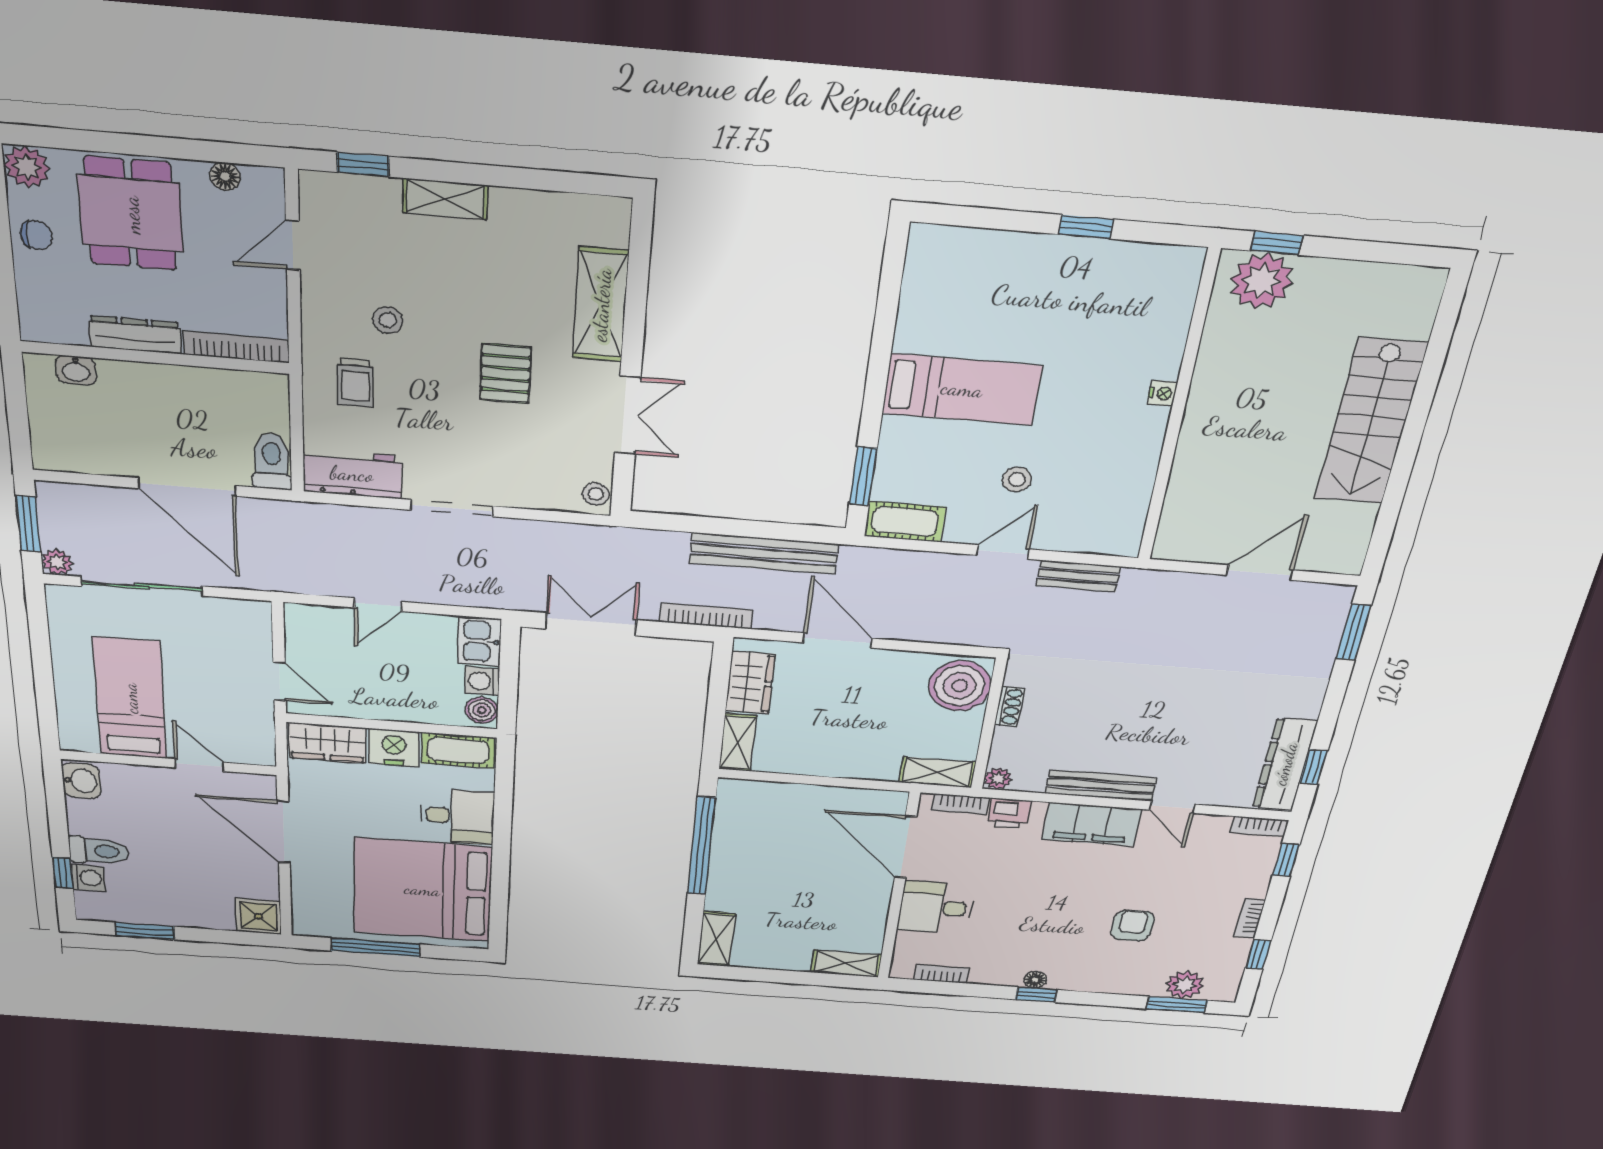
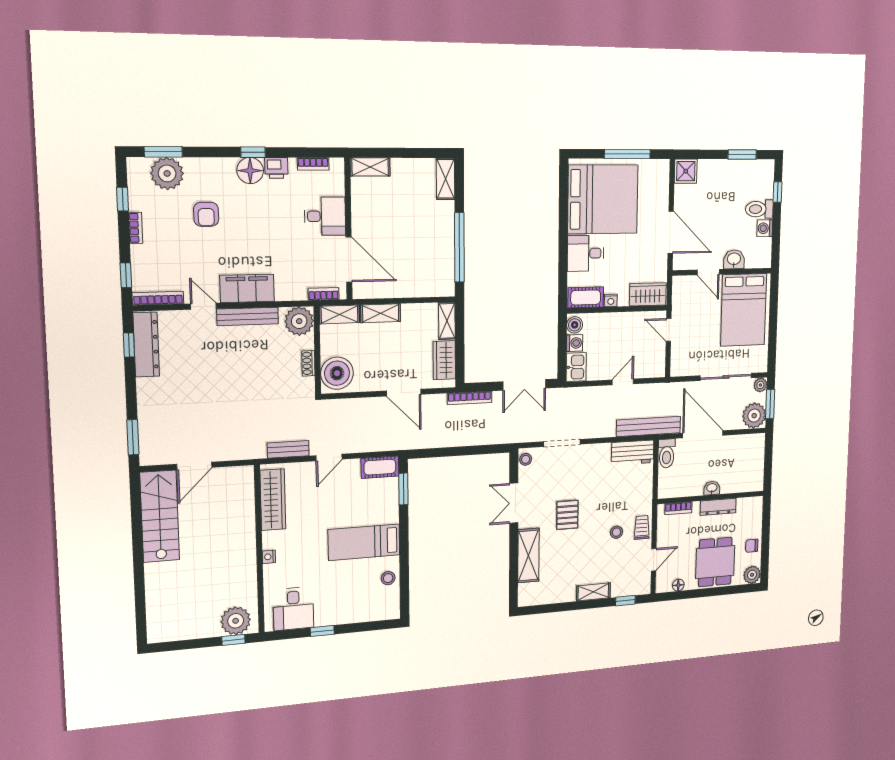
desk: (1137, 284) -> (293, 609), added
bookcase: (236, 347) -> (678, 508), width x0.64
washbasin: (76, 370) -> (712, 488), moved
trolley: (355, 383) -> (642, 527), moved
stairs: (1371, 422) -> (160, 516), moved
stool: (1017, 480) -> (388, 578), moved
wardrobe: (1128, 495) -> (273, 500), added
plant: (65, 507) -> (754, 416), added
doorway: (452, 508) -> (562, 443), moved
bench: (764, 553) -> (648, 426), moved
bed: (130, 698) -> (744, 310), width x1.50
nightstand: (394, 748) -> (611, 300), width x0.53, depth x0.56
shelving: (862, 766) -> (381, 313), added
plant: (998, 779) -> (299, 321), width x1.88, depth x1.88
washbasin: (81, 781) -> (734, 259), moved, turned 90
printer: (1009, 813) -> (276, 168), moved, turned 180
bookcase: (1260, 826) -> (158, 298), width x1.56
washing machine: (88, 878) -> (765, 228), moved
floor lamp: (1035, 980) -> (250, 171), width x1.89, depth x1.89
plant: (1185, 985) -> (167, 173), width x1.36, depth x1.36

